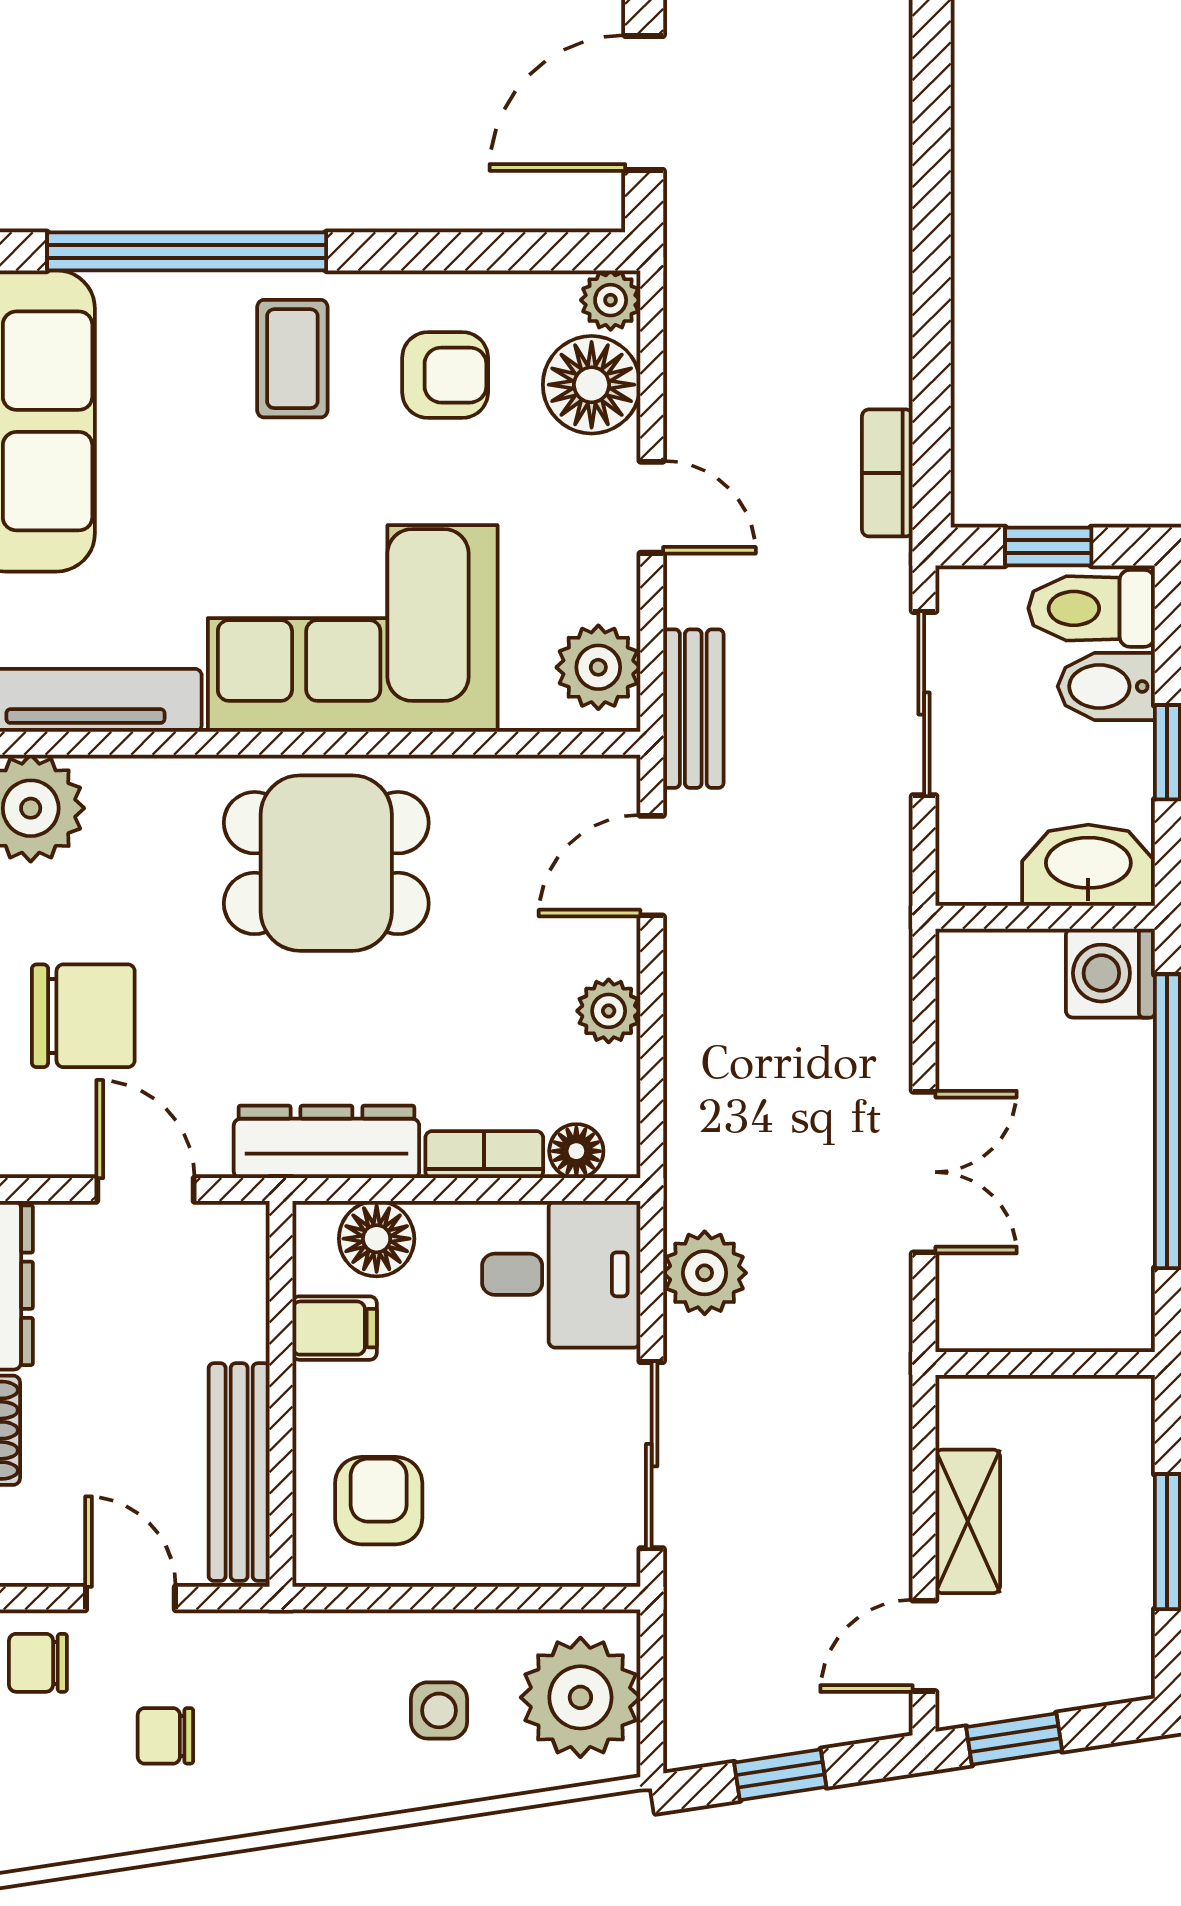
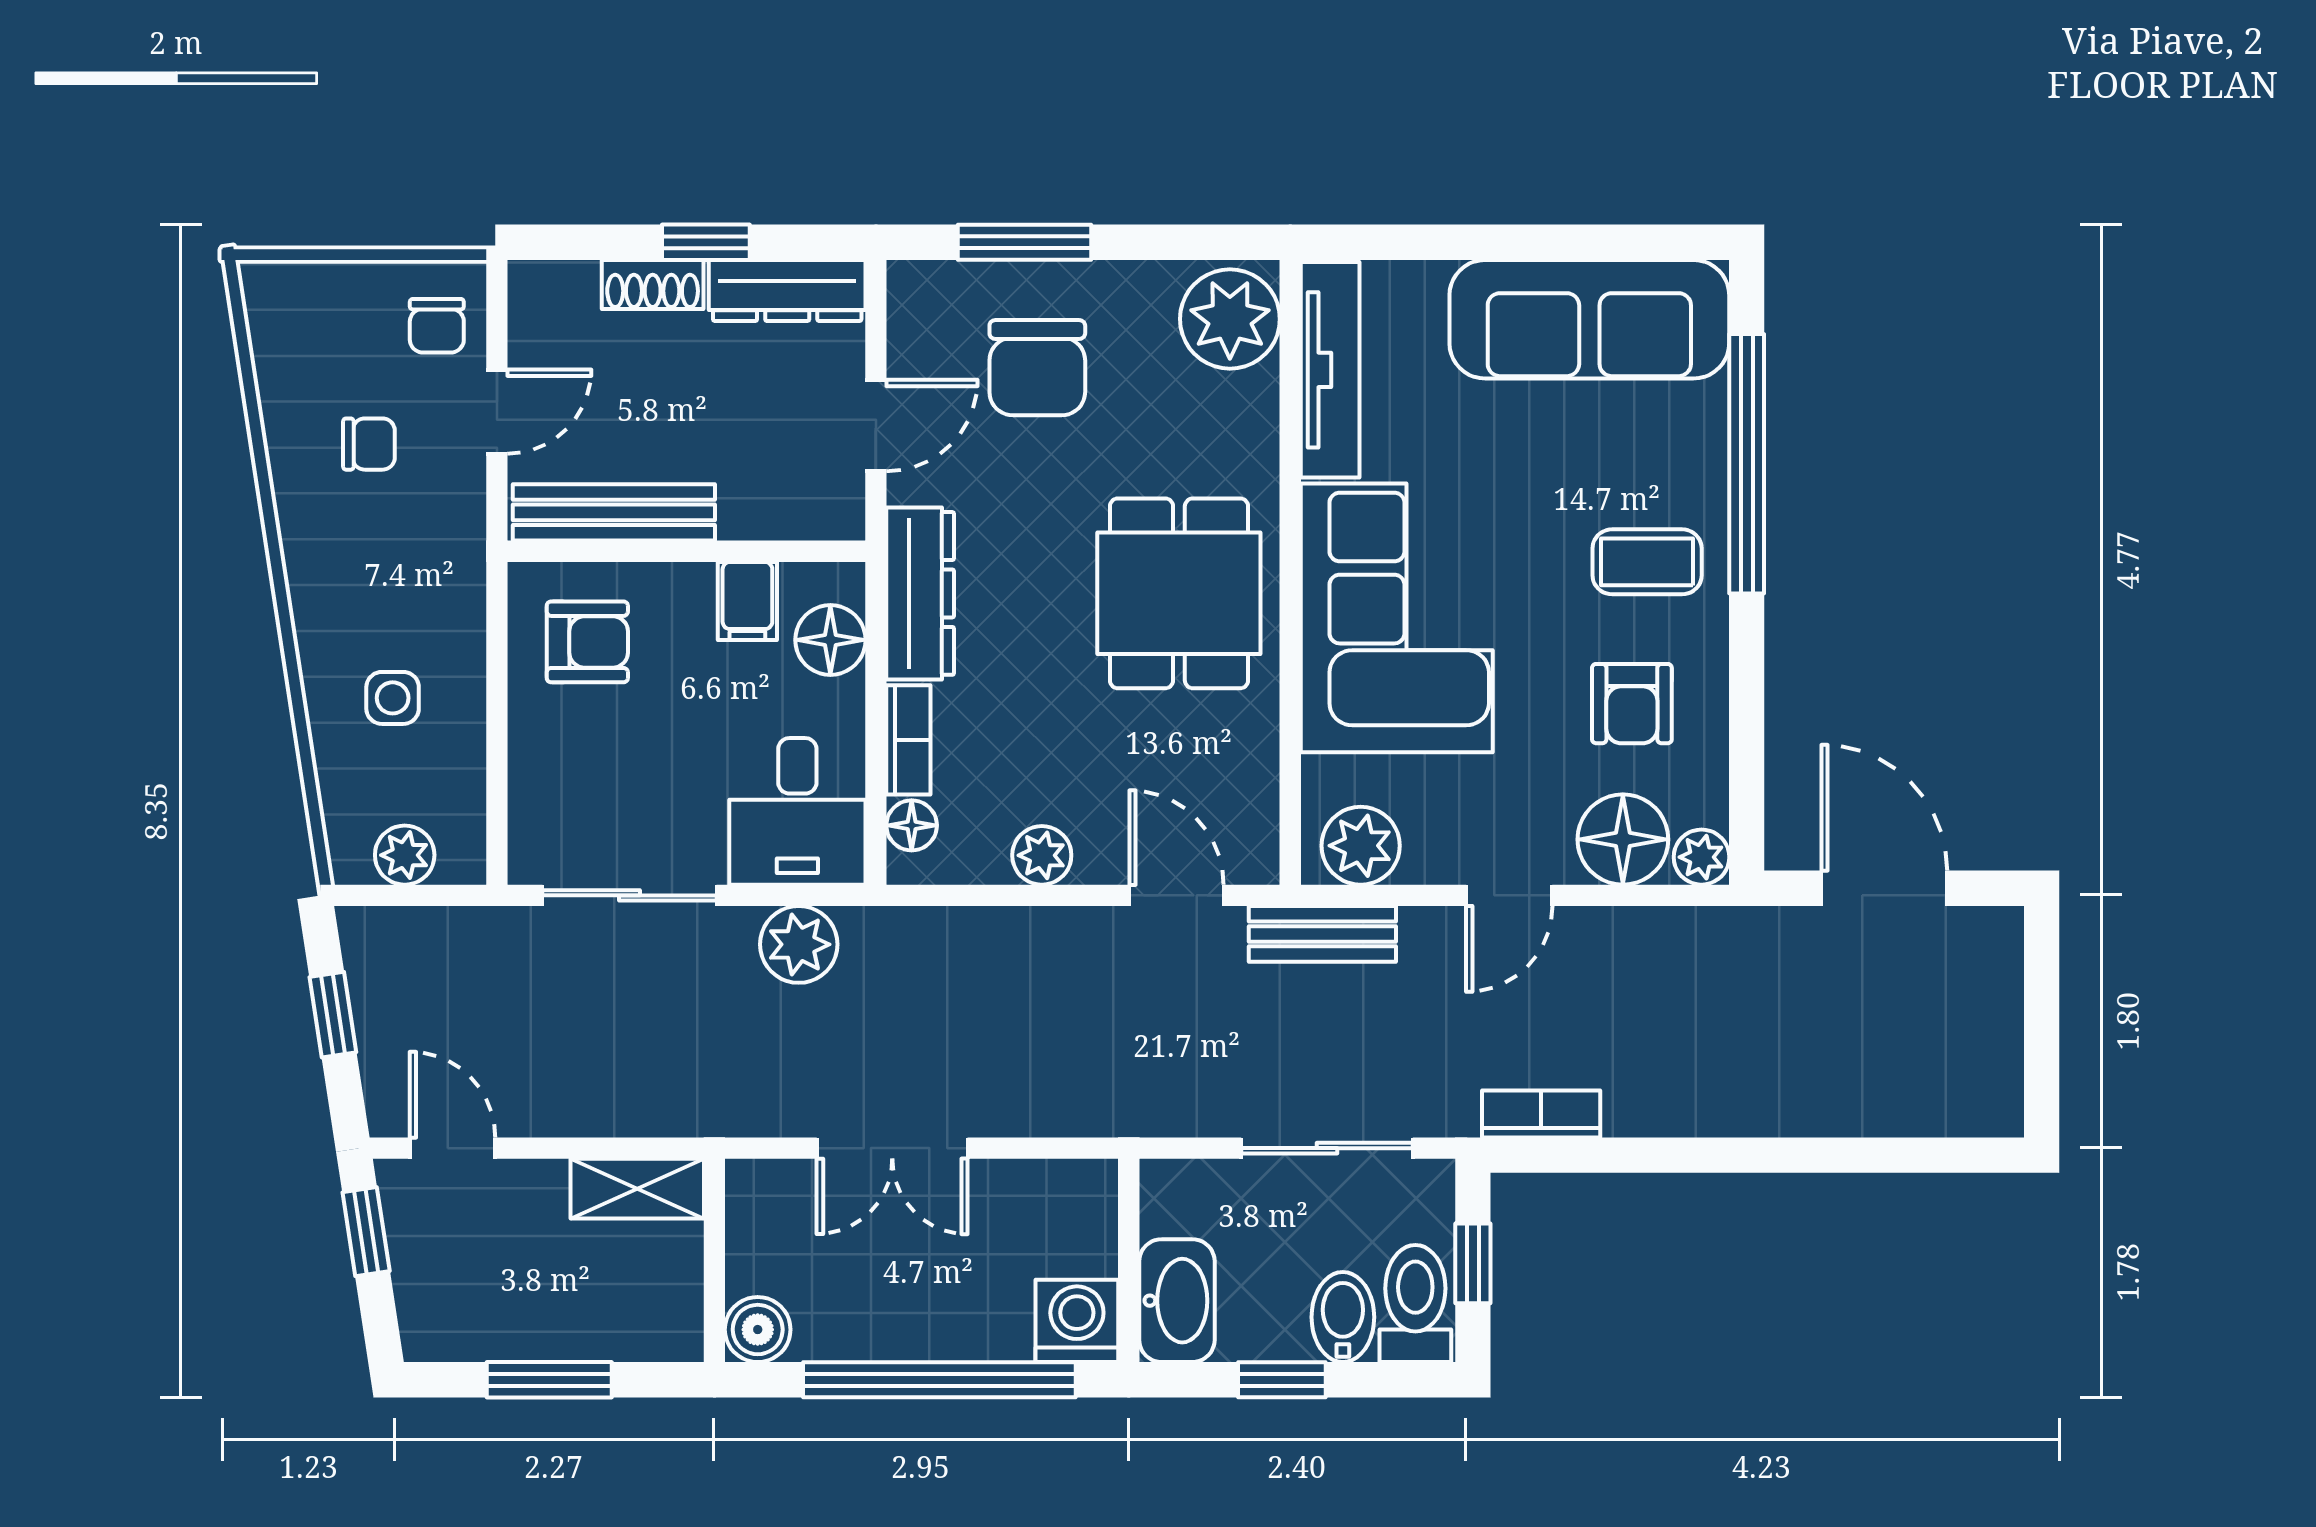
boiler: (1120, 1317) -> (758, 1330), added
shelving: (968, 1521) -> (637, 1189), moved
chair: (38, 1663) -> (437, 326), turned 180
plant: (580, 1697) -> (405, 855), width x0.53, depth x0.53
chair: (165, 1736) -> (369, 444), turned 90

